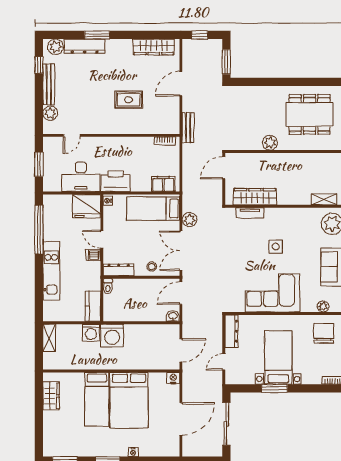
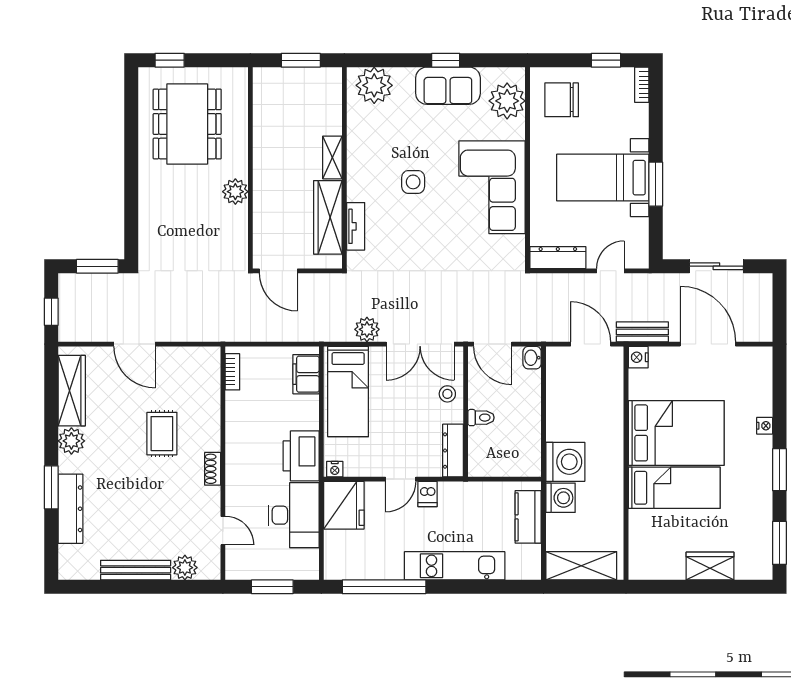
plant: (56, 47) -> (71, 441), moved
window: (39, 65) -> (102, 587), removed
bench: (188, 128) -> (642, 332), moved
shoe rack: (108, 129) -> (213, 469), added
shelving: (324, 199) -> (332, 157), moved
toilet: (108, 286) -> (481, 418), moved
kitchen counter: (93, 306) -> (528, 517), moved, turned 90
plant: (323, 306) -> (507, 101), width x1.87, depth x1.87
shelving: (49, 338) -> (581, 566), width x1.50, depth x1.33
door: (224, 362) -> (610, 271), swing flipped
wardrobe: (51, 396) -> (710, 566), moved
sliding door: (226, 424) -> (716, 266), width x0.73

